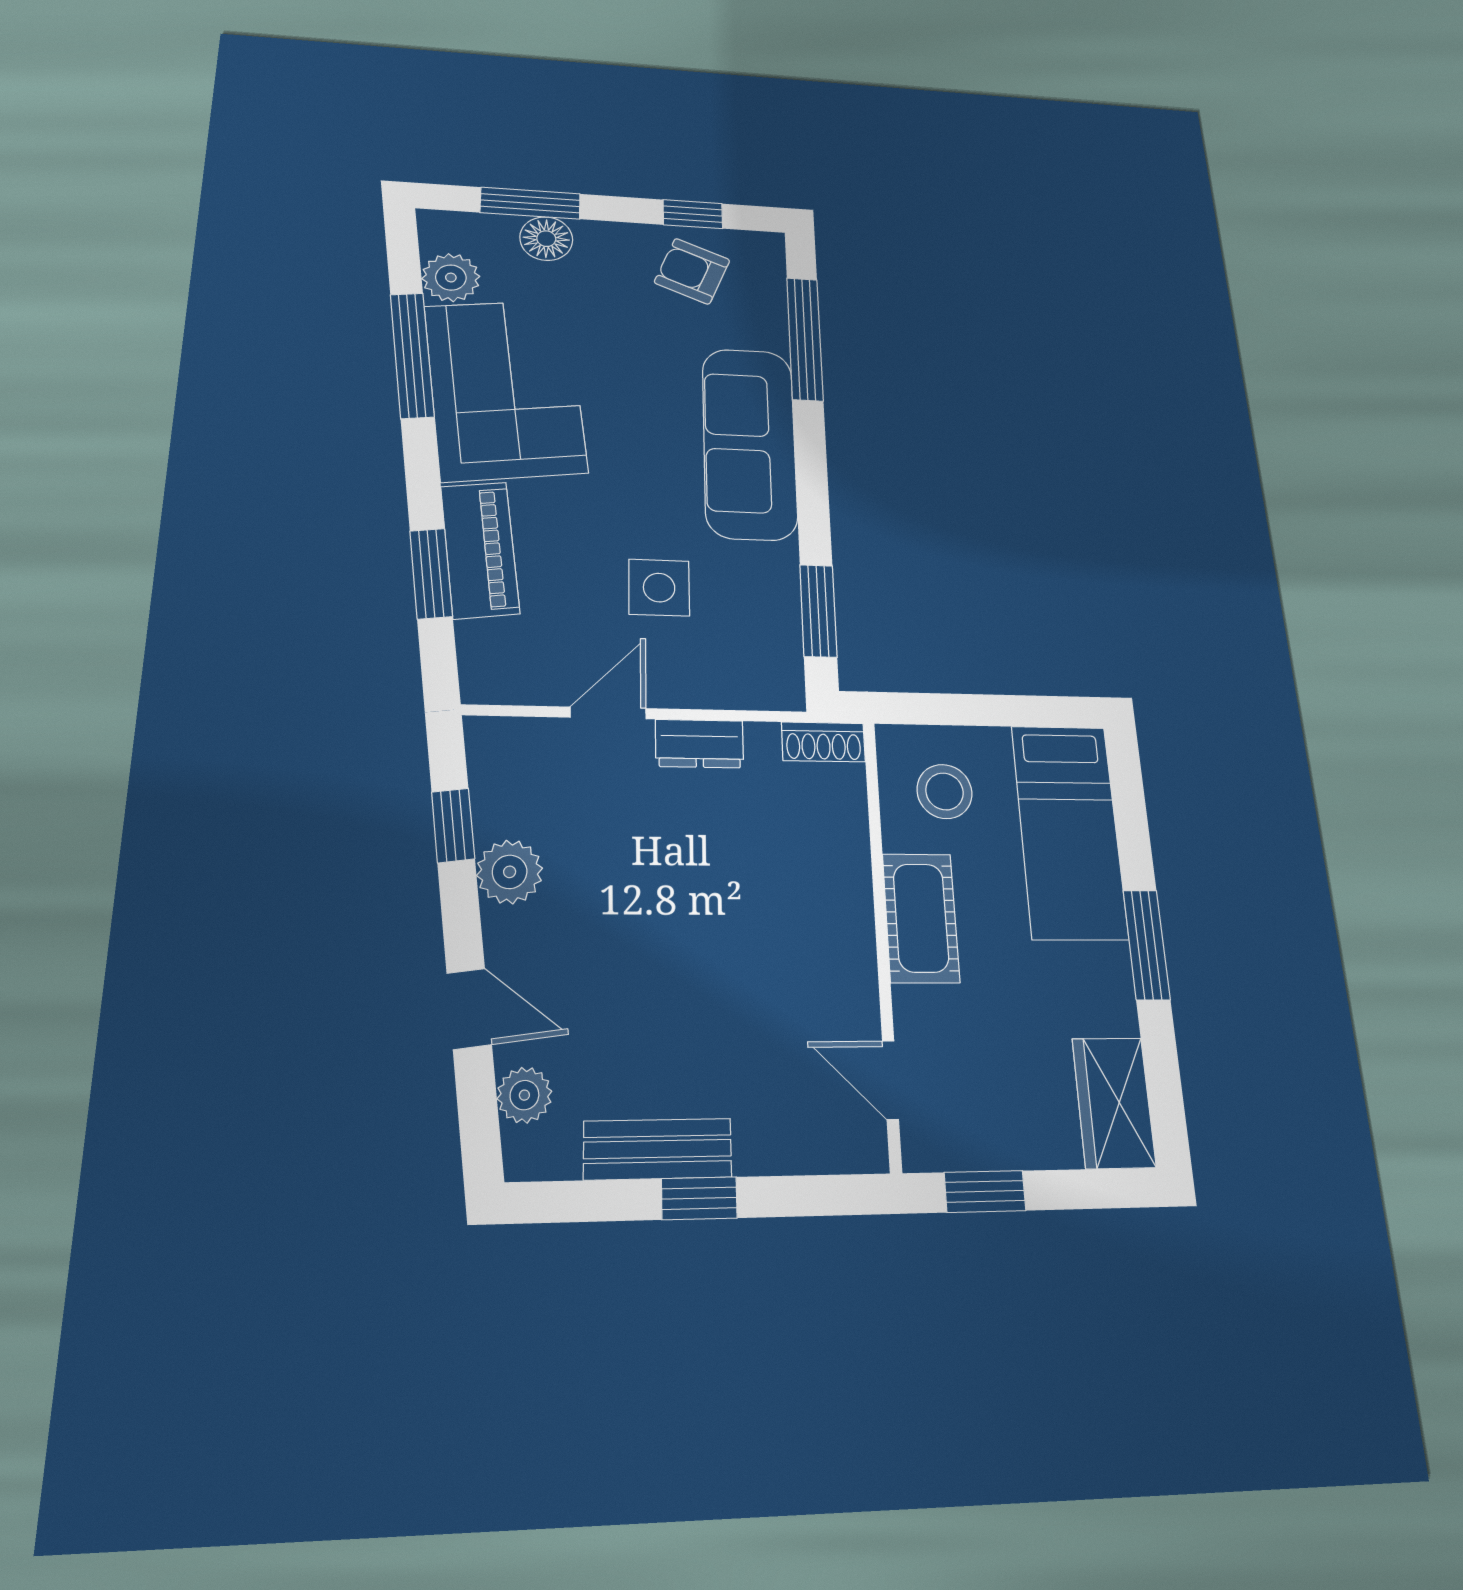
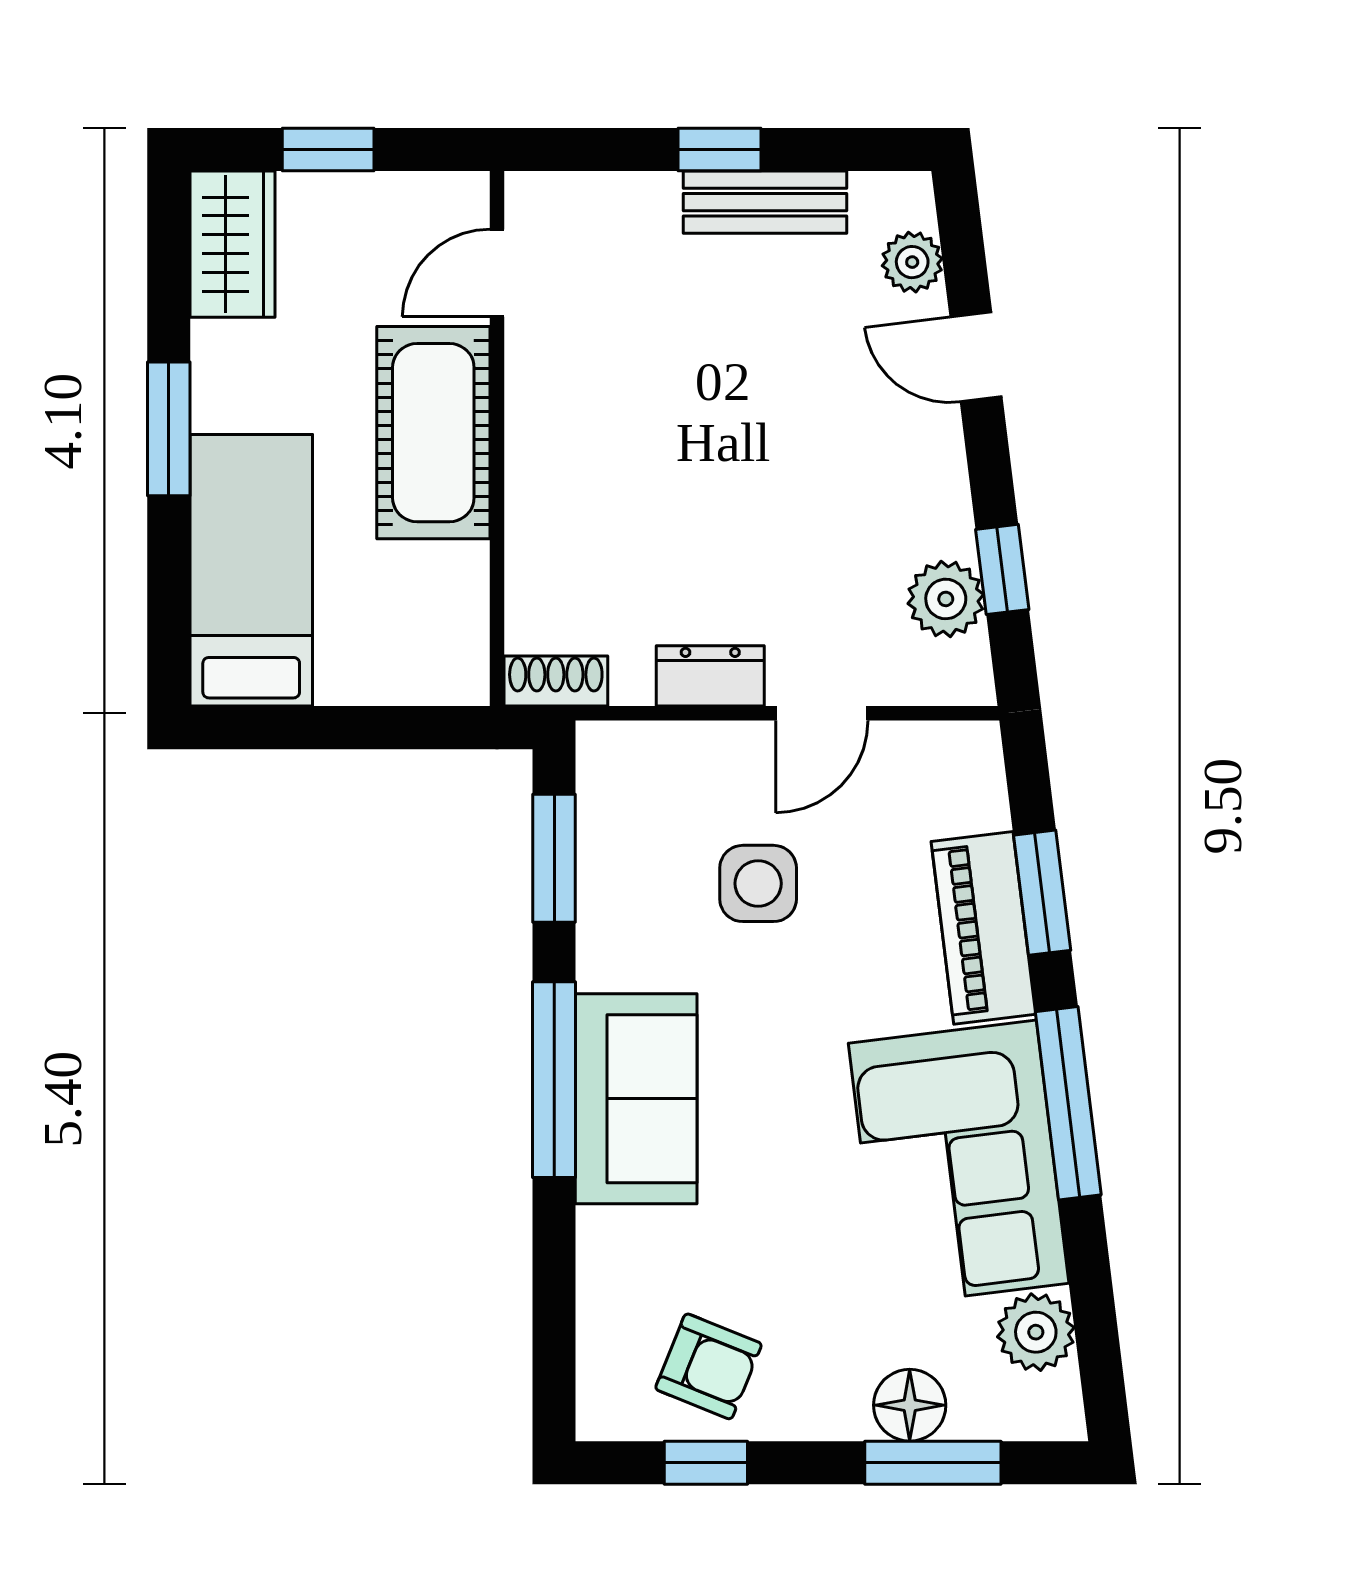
window: (805, 339) -> (554, 1080), moved
window: (412, 355) -> (1068, 1103), moved
sofa: (749, 443) -> (636, 1099), width x0.73
stool: (944, 791) -> (406, 619), removed
plant: (510, 872) -> (946, 599), moved
cot: (921, 918) -> (433, 433), width x1.37, depth x1.34
door: (890, 1080) -> (497, 273), swing flipped
window: (985, 1191) -> (328, 150), moved

